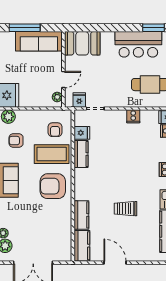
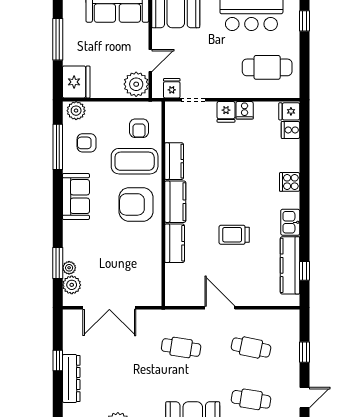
plant: (57, 97) -> (136, 84), width x1.87, depth x1.87
fridge: (82, 133) -> (226, 112), moved, turned 90
kitchen counter: (82, 246) -> (175, 202), moved

